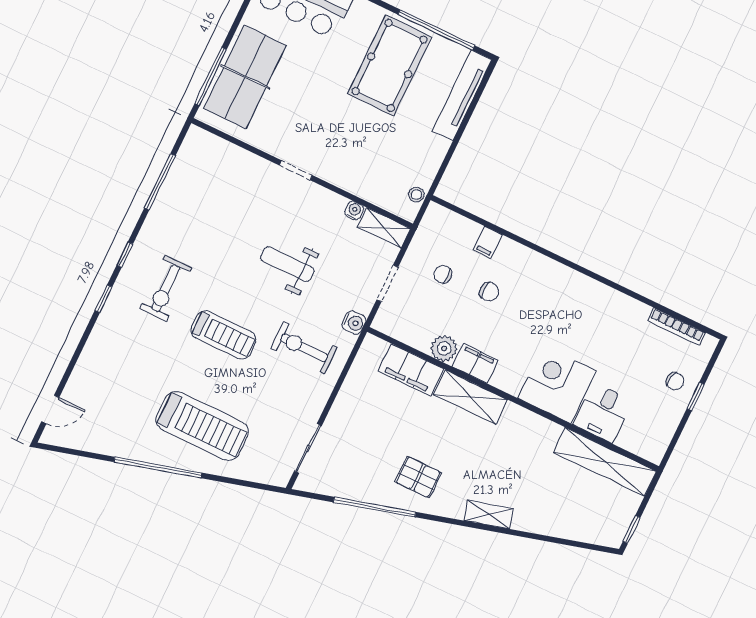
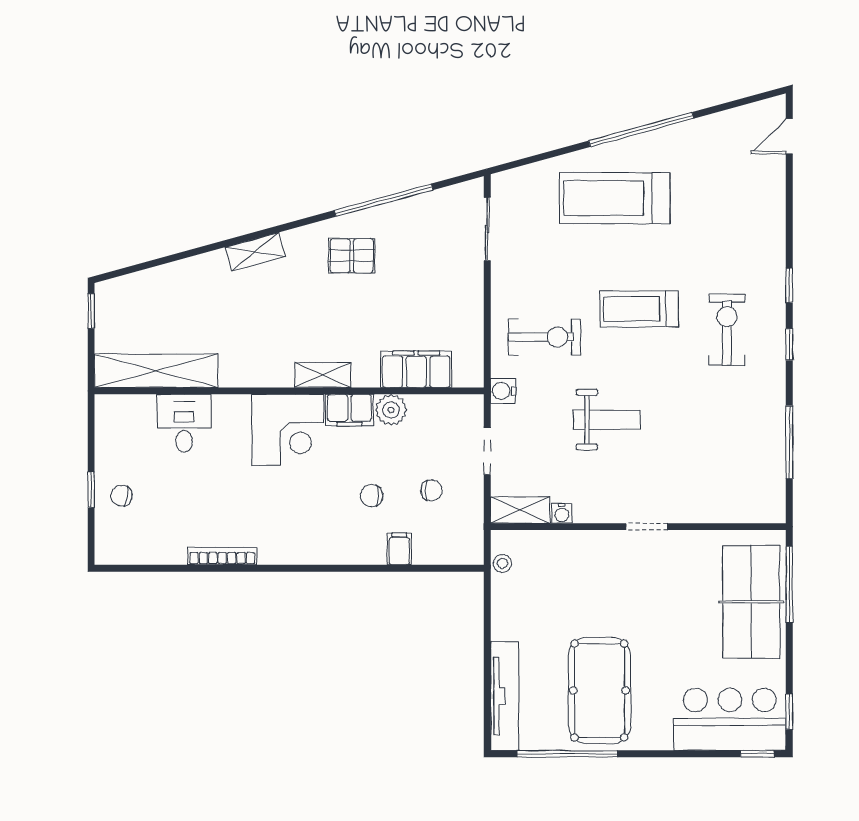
bookcase: (676, 327) -> (222, 556), moved
corner desk: (557, 384) -> (288, 430), moved
shelving: (471, 397) -> (323, 375), width x0.67, depth x0.75

